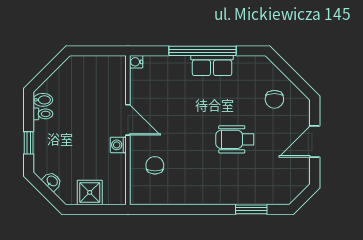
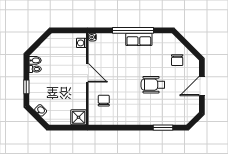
washing machine: (118, 145) -> (81, 43), moved
shower: (90, 192) -> (79, 117), moved

